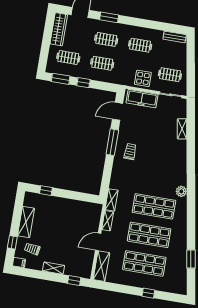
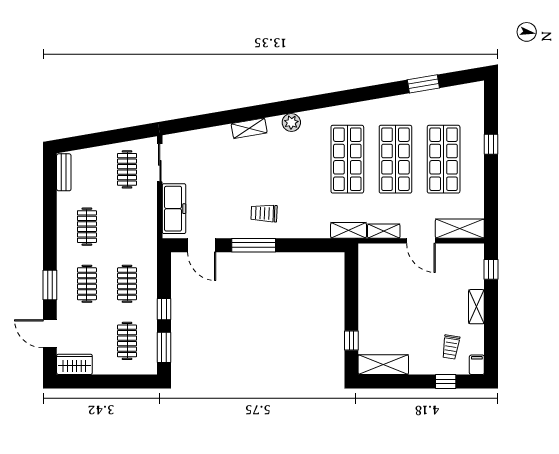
wardrobe: (59, 29) -> (74, 364), width x0.67
display table: (143, 78) -> (141, 213), removed
shelving: (182, 129) -> (249, 128), moved
plant: (181, 191) -> (291, 122), moved
shelving: (26, 222) -> (383, 365), moved

